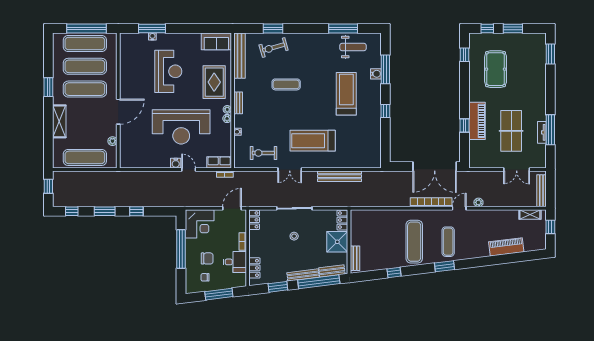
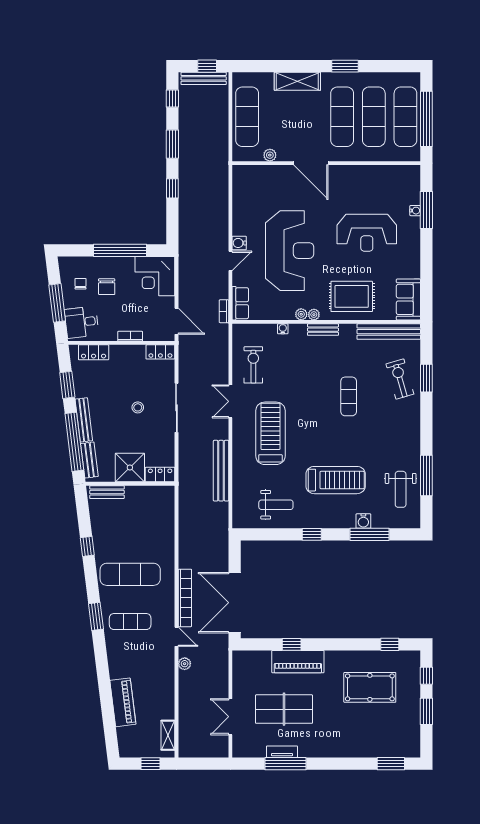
reception desk: (181, 127) -> (290, 251), turned 180
weight bench: (364, 137) -> (276, 505), added
bench: (541, 191) -> (204, 78), moved
desk: (235, 262) -> (82, 322), moved, turned 83

